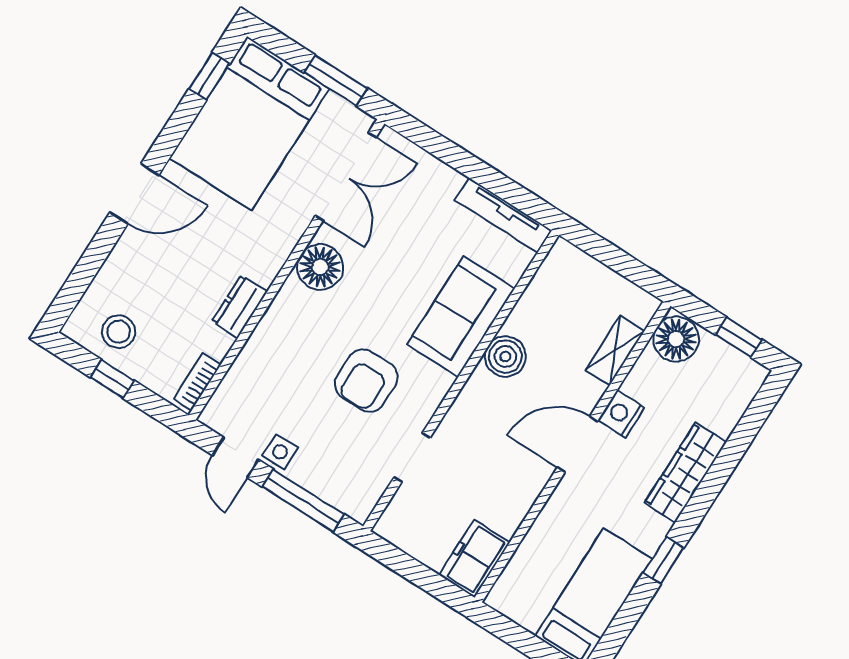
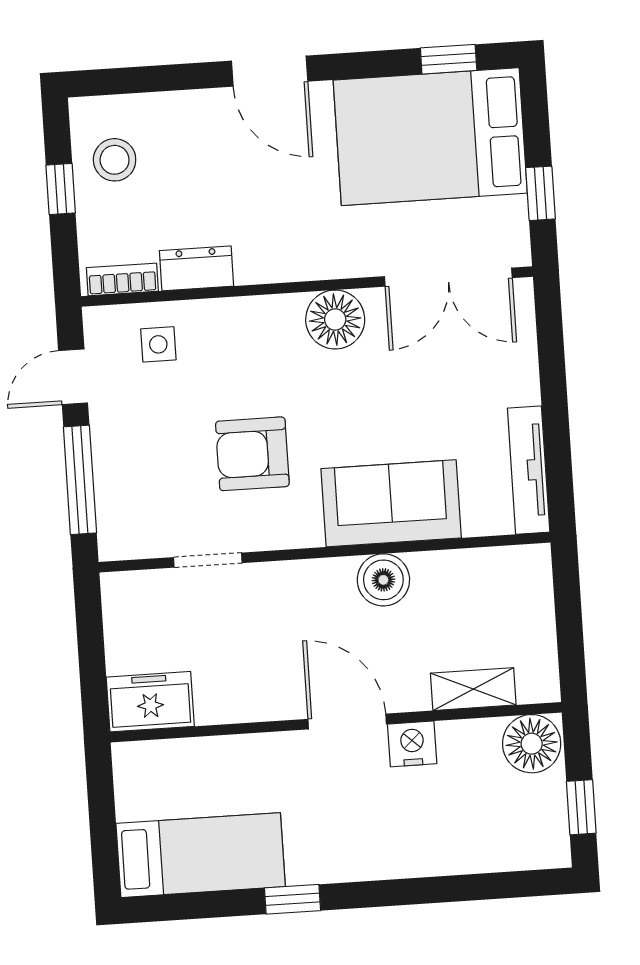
window: (336, 80) -> (540, 193), width x0.67
dresser: (239, 307) -> (196, 268), moved
side table: (280, 452) -> (158, 344), moved
wardrobe: (685, 473) -> (400, 855), removed

